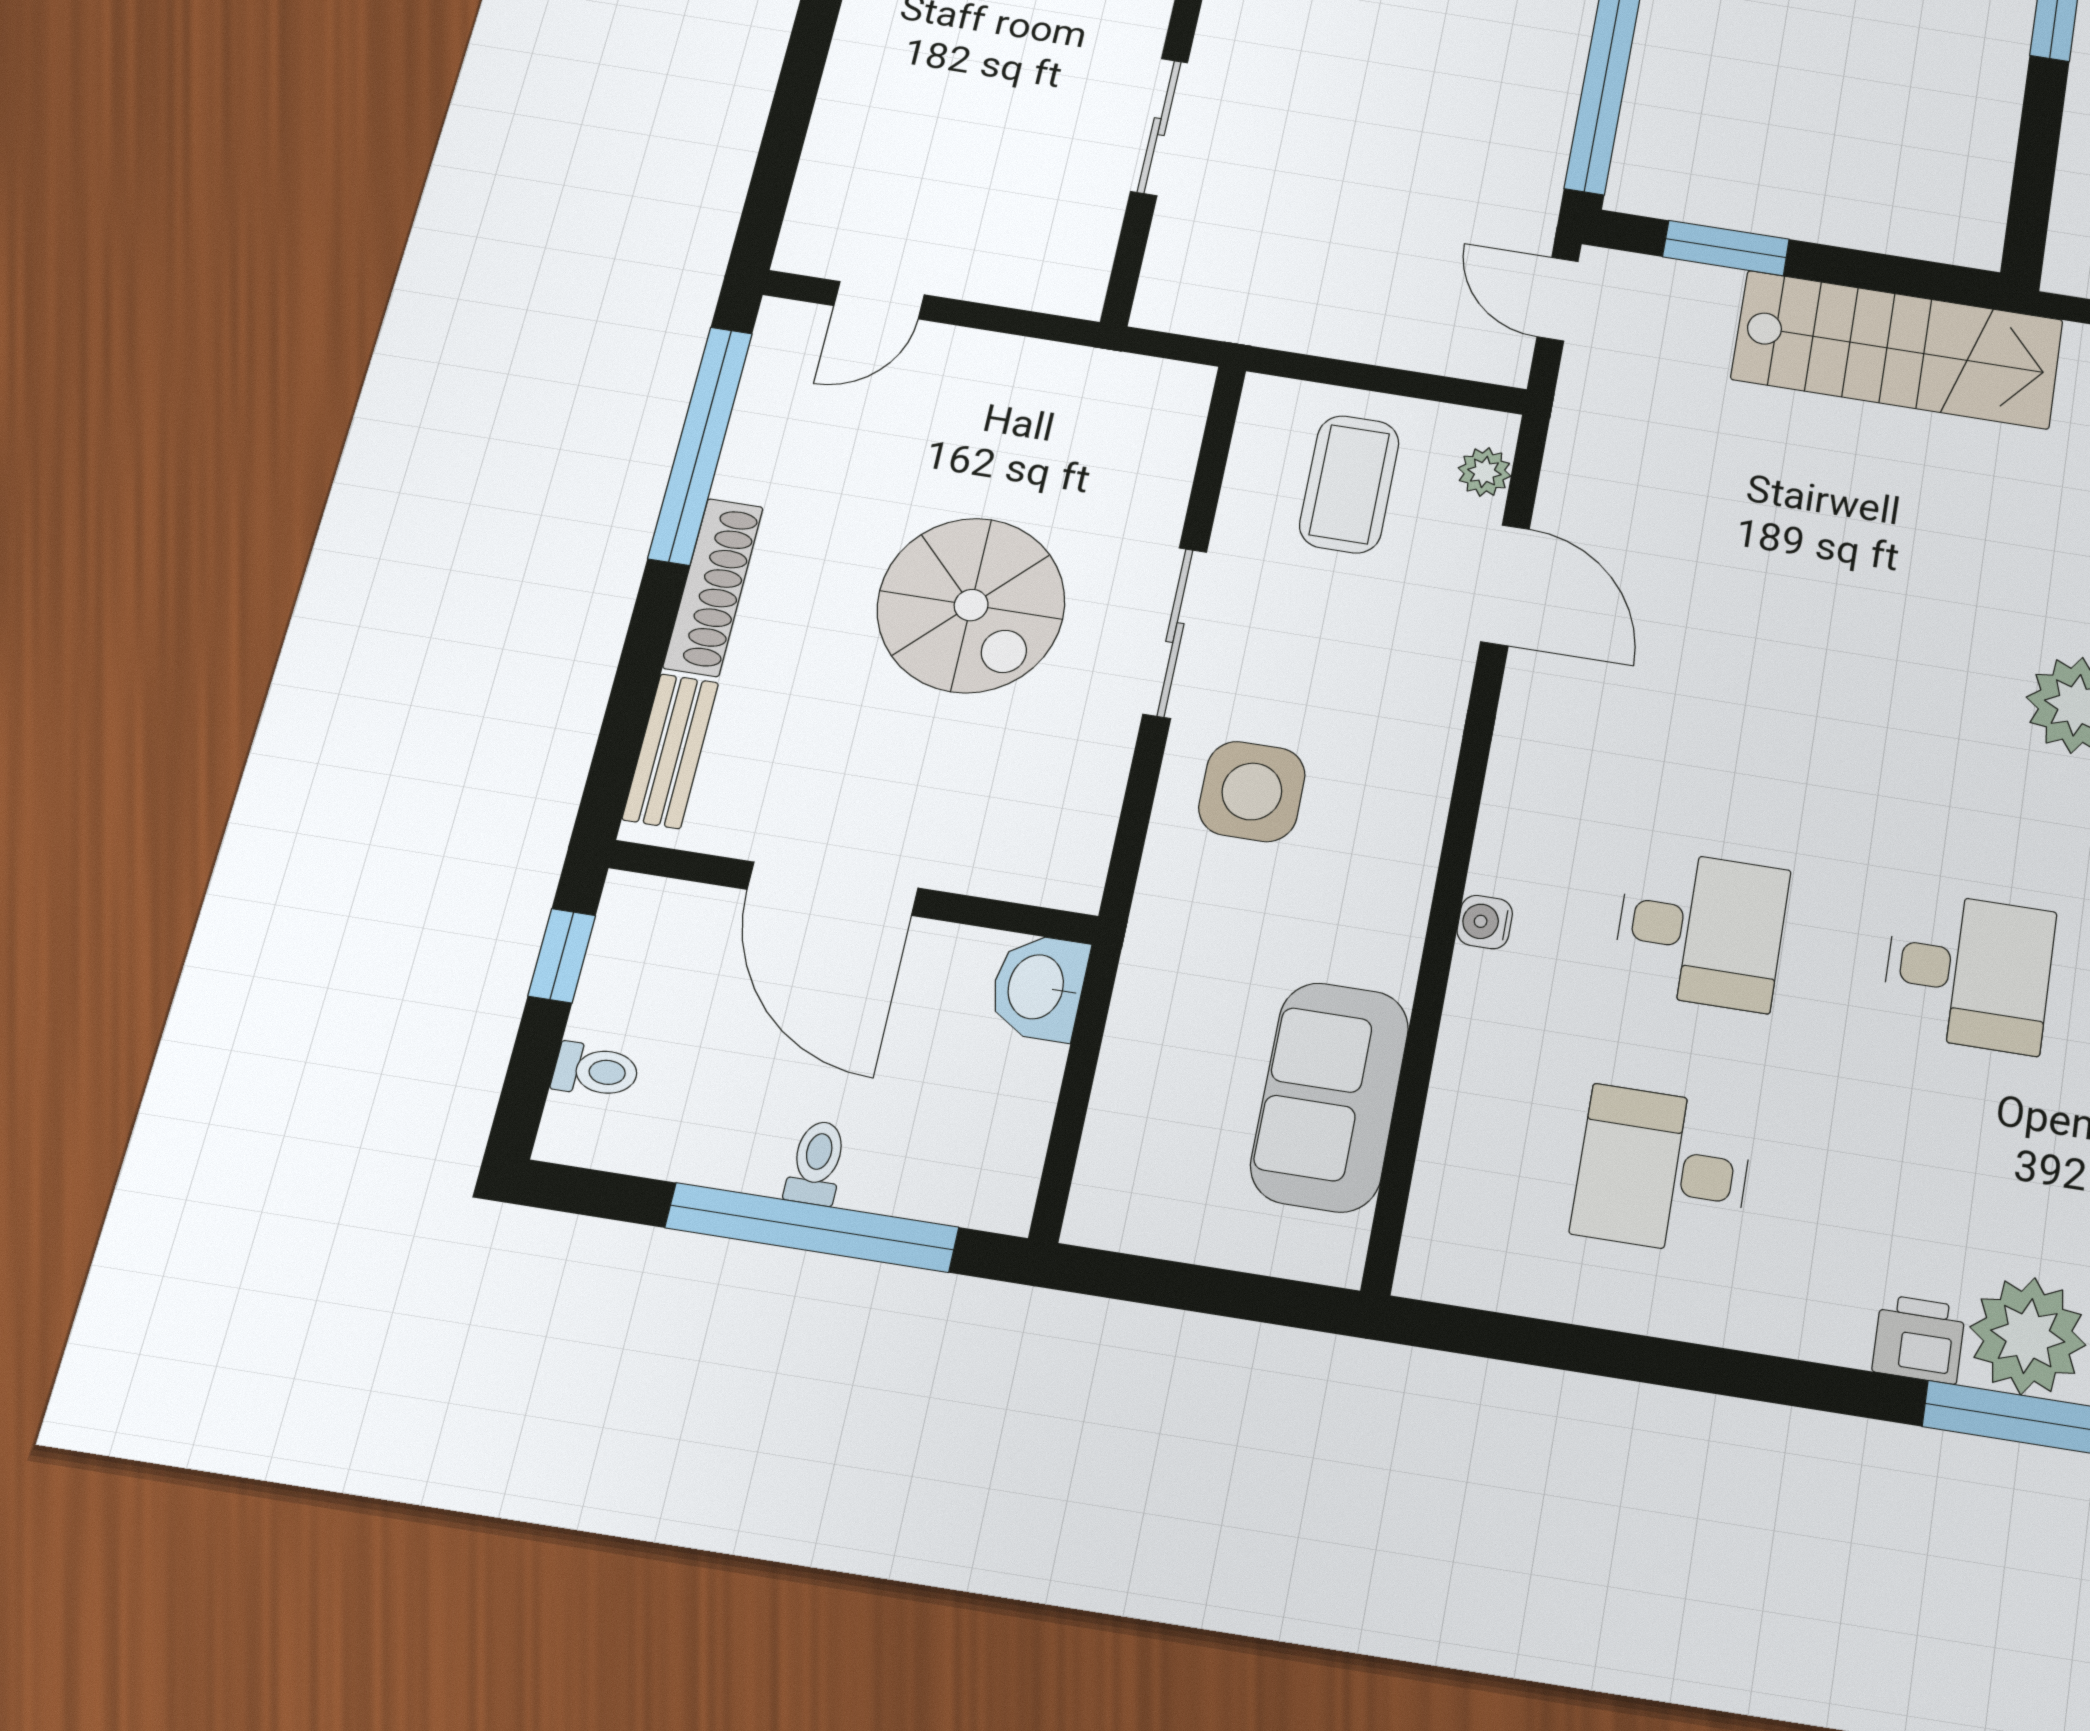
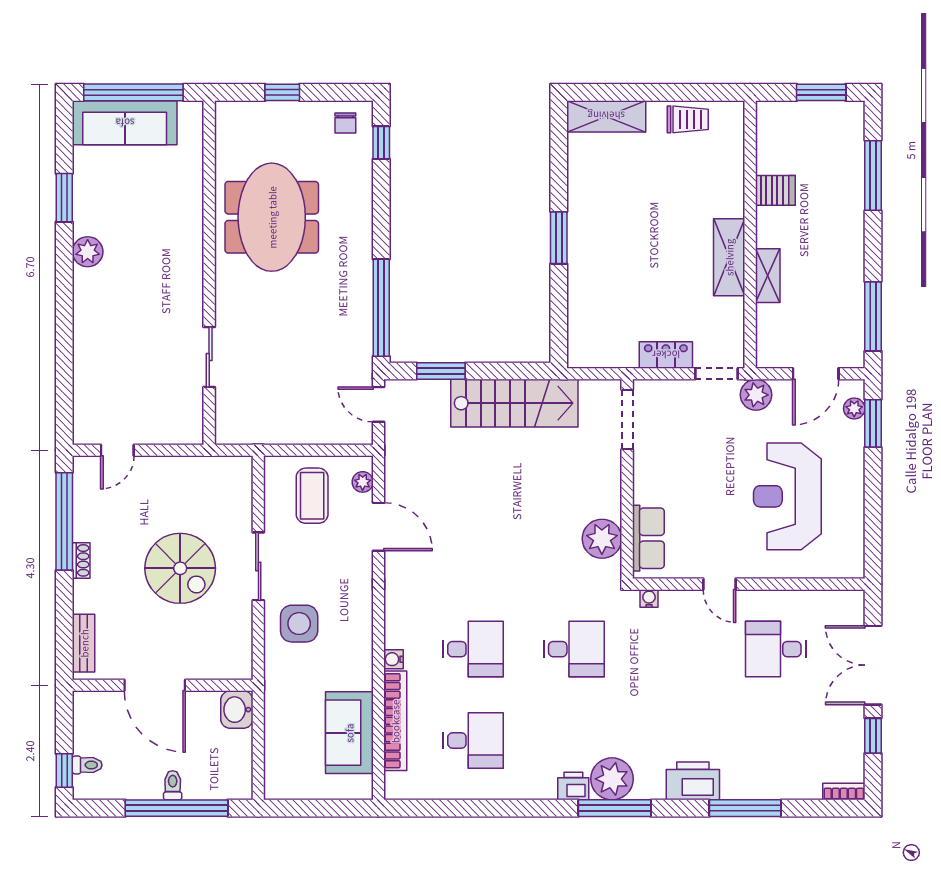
shoe rack: (713, 587) -> (81, 560), width x0.51, depth x0.81
window: (562, 956) -> (64, 770), moved
bookcase: (1460, 1084) -> (395, 721), added
desk: (1663, 1171) -> (473, 740), turned 180

